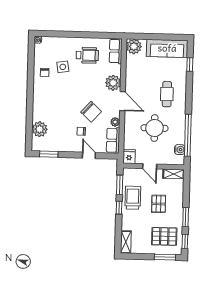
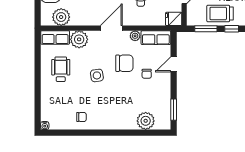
plant: (134, 46) -> (61, 17), moved
side table: (63, 67) -> (97, 75), moved
plant: (113, 83) -> (79, 39), moved
chair: (91, 112) -> (124, 63), turned 47

